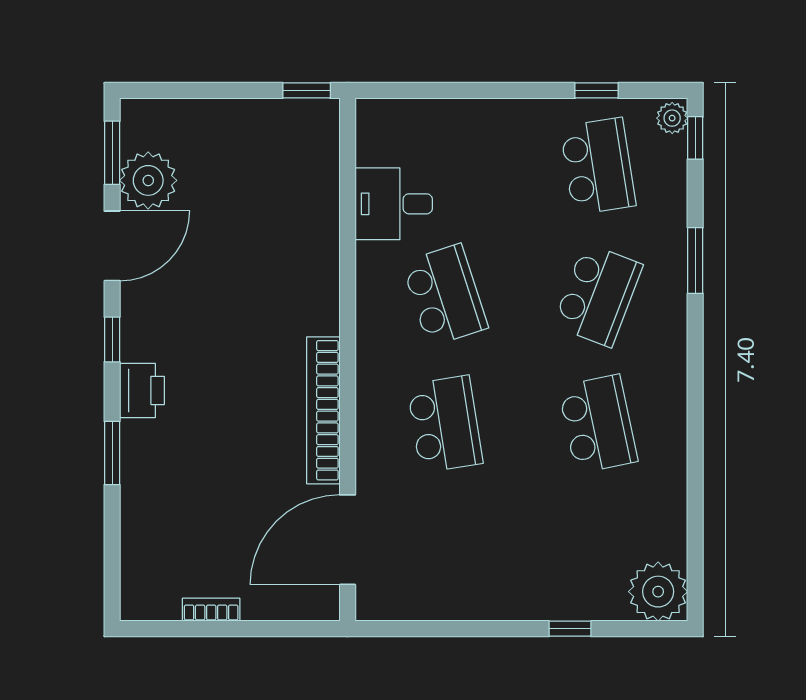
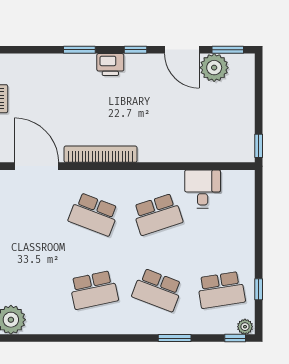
school desk: (445, 424) -> (94, 214), turned 30

